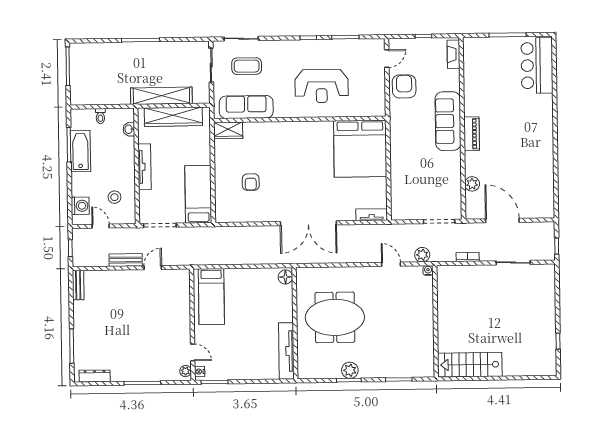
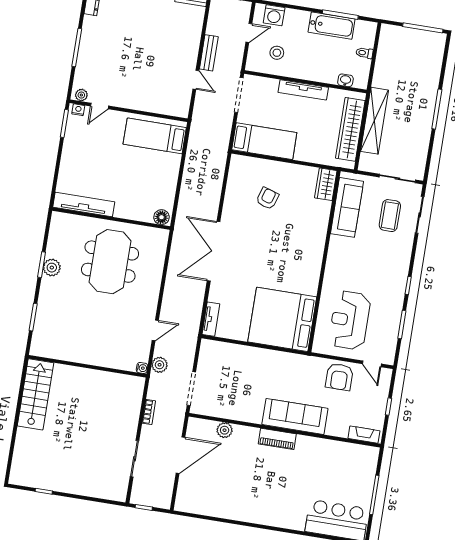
reception desk: (322, 86) -> (350, 320), moved
armchair: (404, 86) -> (339, 377), turned 90
armchair: (251, 182) -> (267, 198), turned 107

